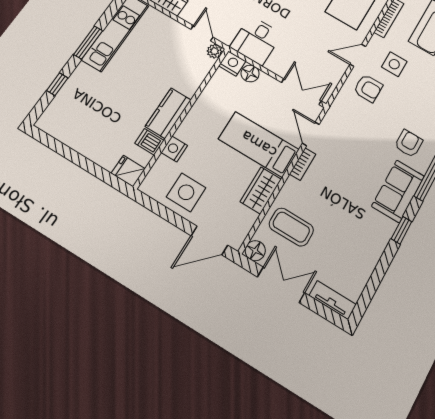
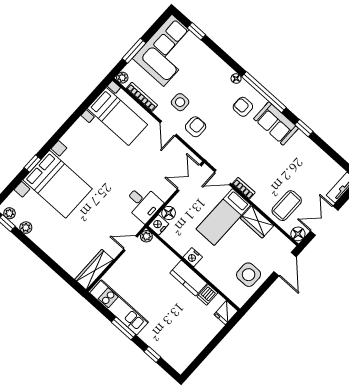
nightstand: (174, 149) -> (193, 257), moved

